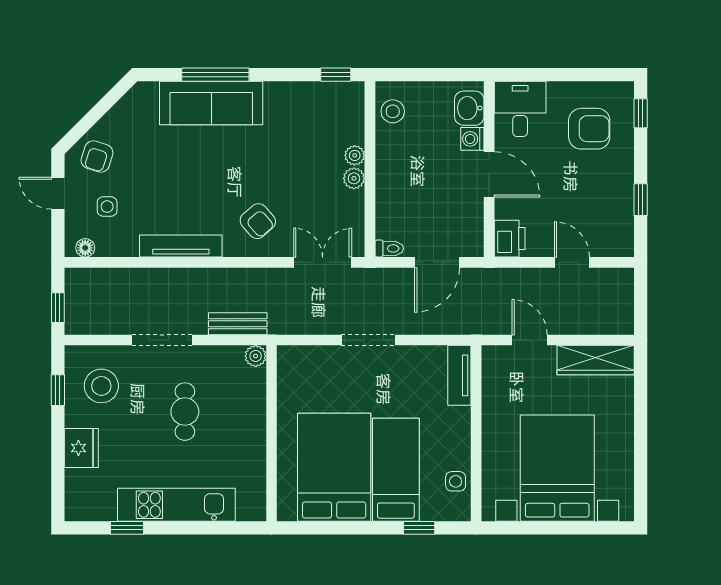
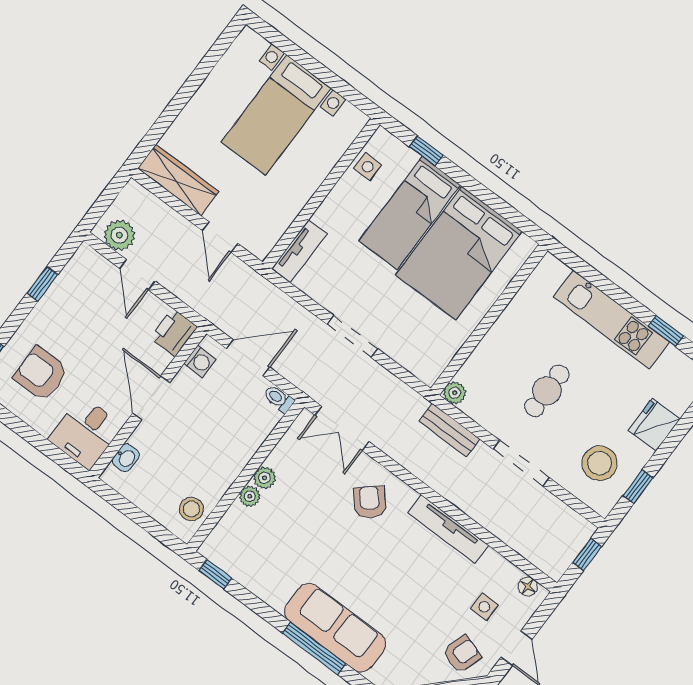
washbasin: (469, 108) -> (126, 458), width x0.72, depth x0.69
washing machine: (472, 139) -> (200, 361), moved
plant: (609, 283) -> (119, 235), added
bed with nightstands: (557, 468) -> (276, 115), width x0.73

